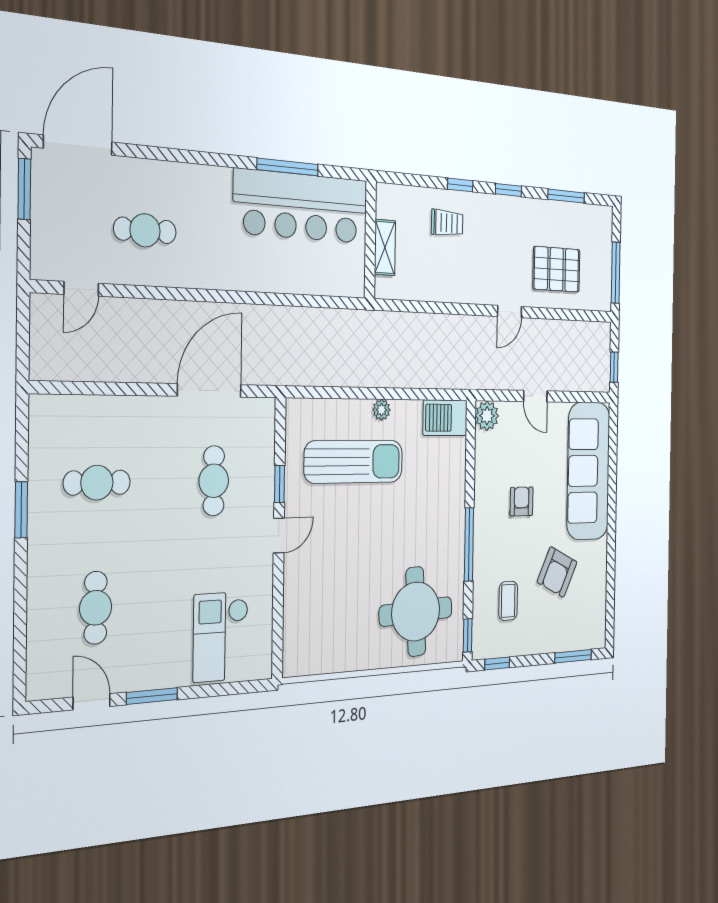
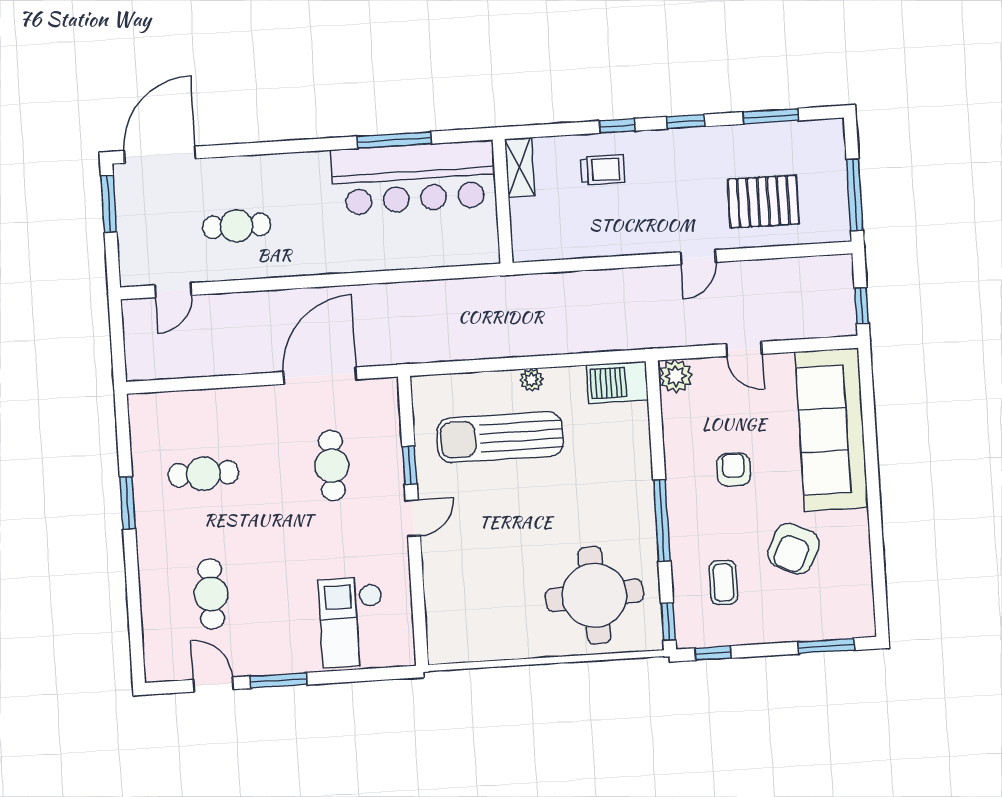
shelving: (385, 247) -> (520, 167), moved
sun lounger: (354, 462) -> (500, 437), turned 180

